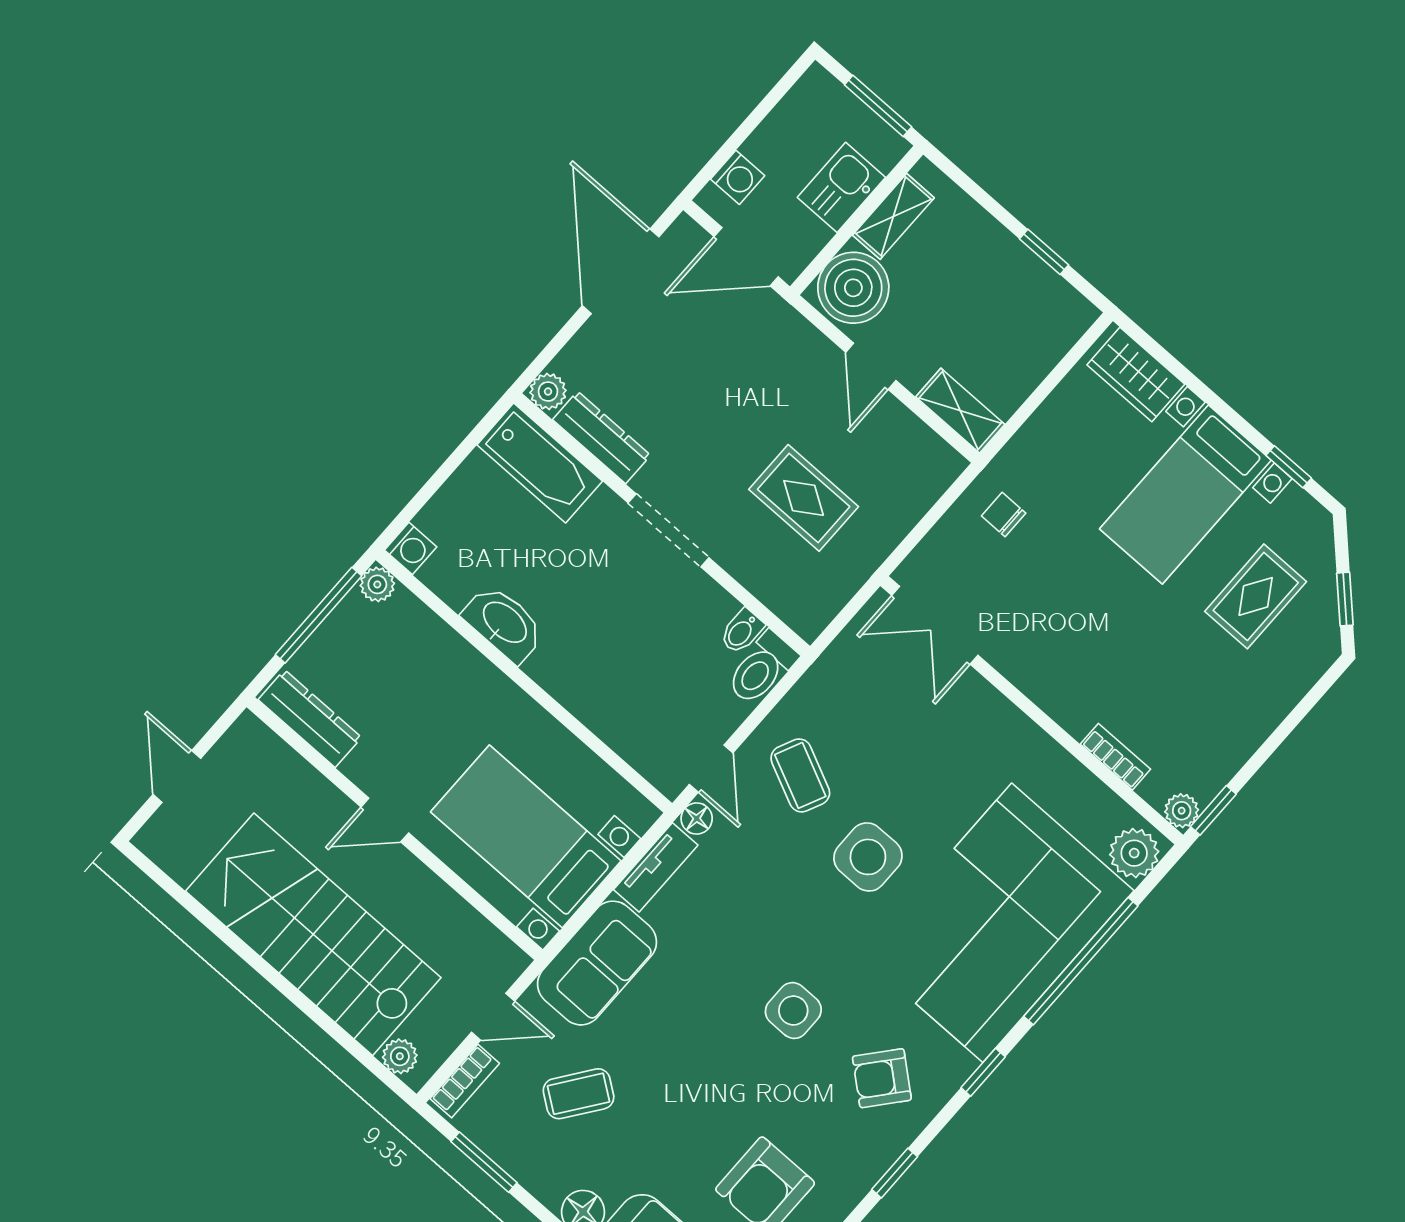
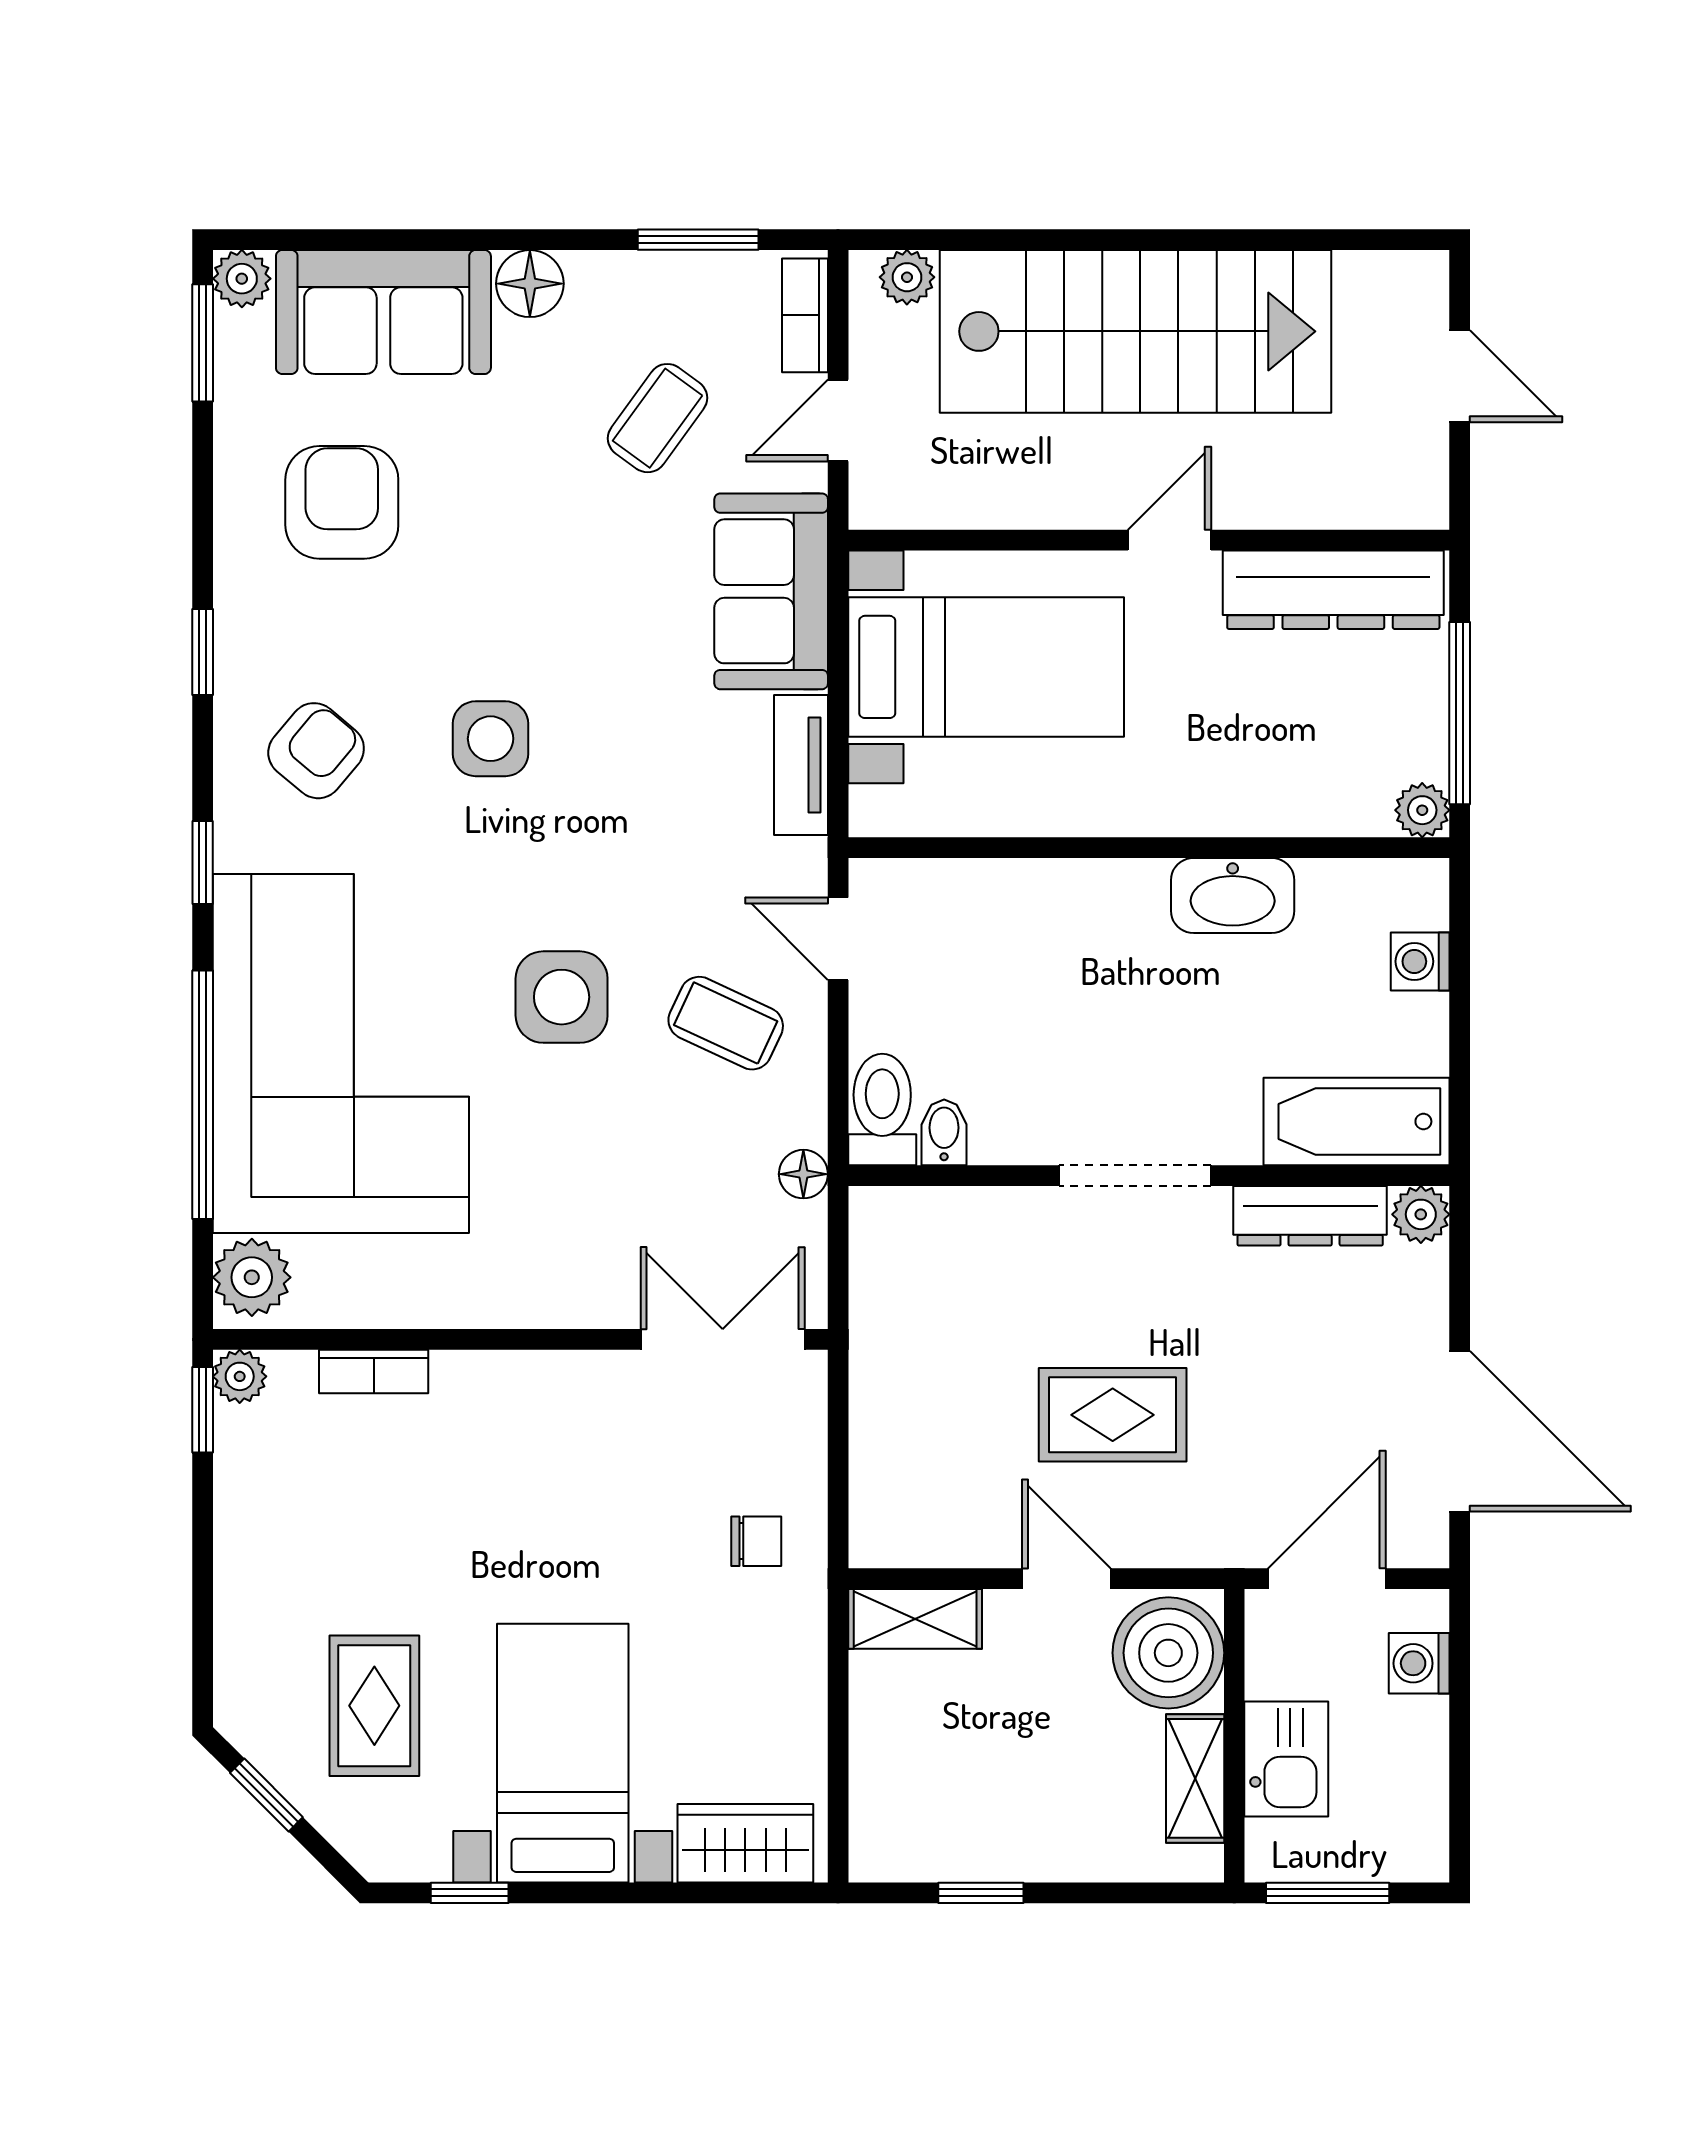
rug: (804, 498) -> (1113, 1415), moved
washing machine: (411, 548) -> (1420, 961), moved
dresser: (310, 719) -> (1333, 590), width x1.37, depth x1.24
floor lamp: (697, 818) -> (803, 1174), moved

